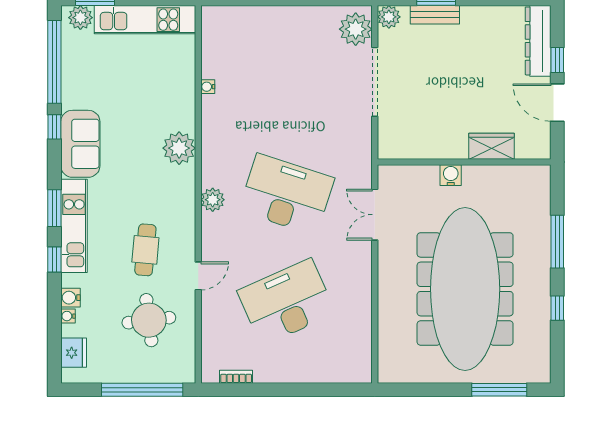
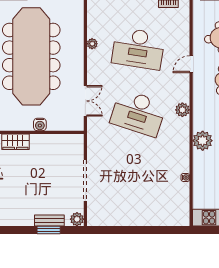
plant: (356, 29) -> (92, 44), moved, width x0.53, depth x0.53
desk: (286, 302) -> (138, 48), turned 33

